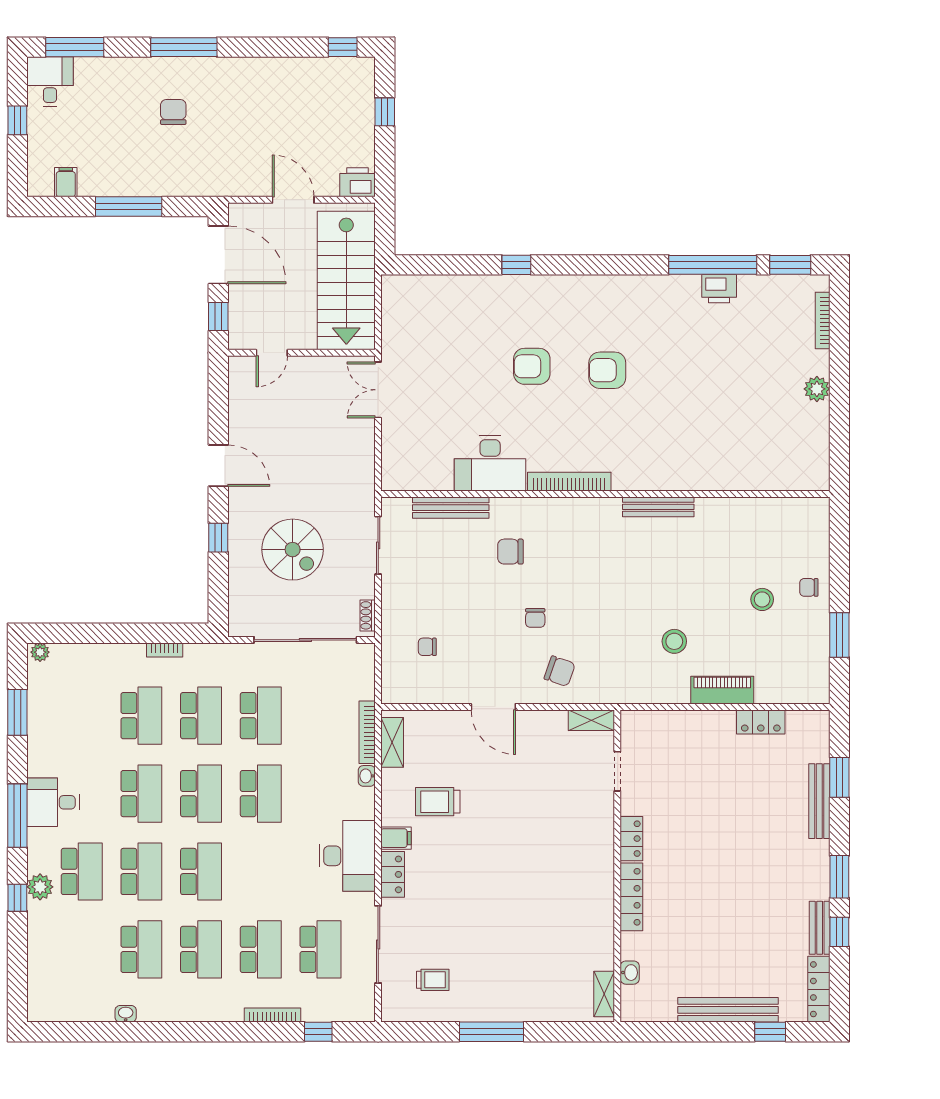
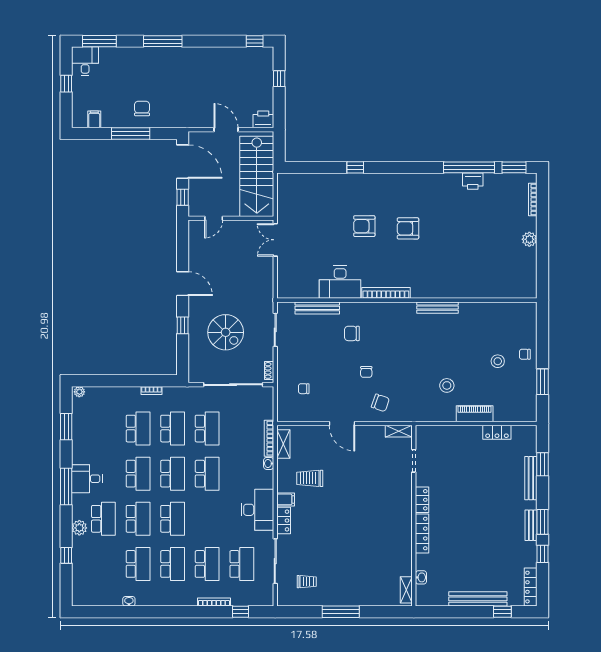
chair: (173, 112) -> (142, 108), moved
window: (17, 898) -> (66, 555), moved
bench: (820, 928) -> (531, 525), moved

